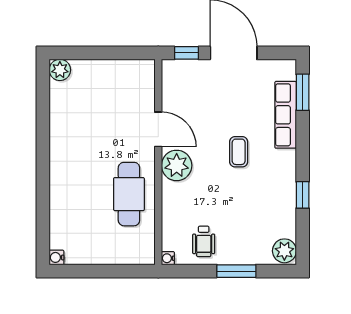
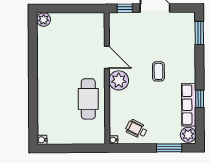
row of seats: (286, 115) -> (189, 105), moved
wheelchair: (204, 241) -> (136, 129), turned 117
window: (236, 271) -> (169, 148), moved

